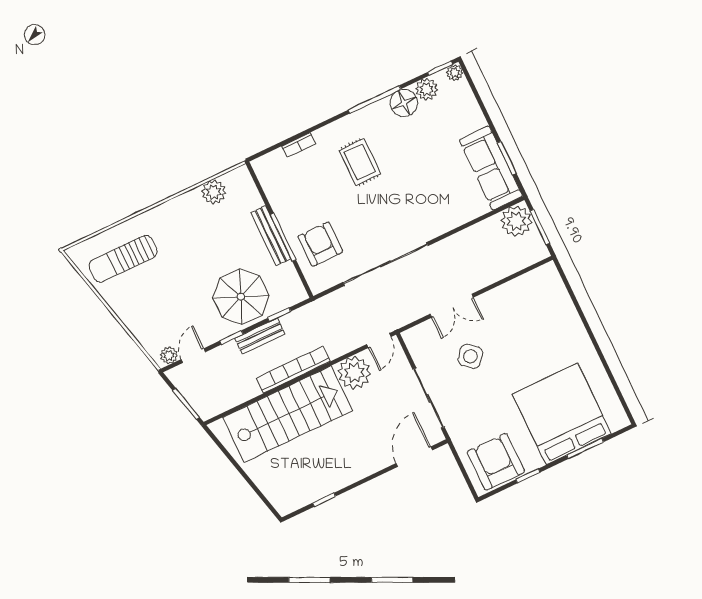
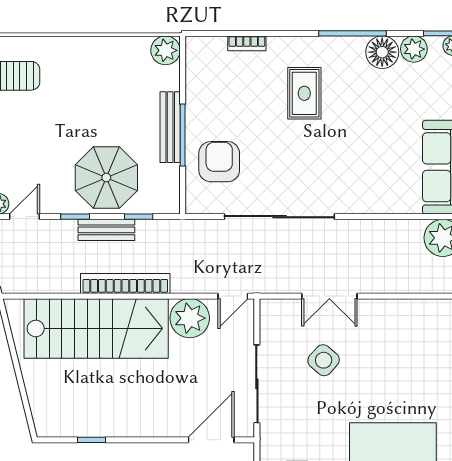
plant: (214, 192) -> (166, 50), moved

